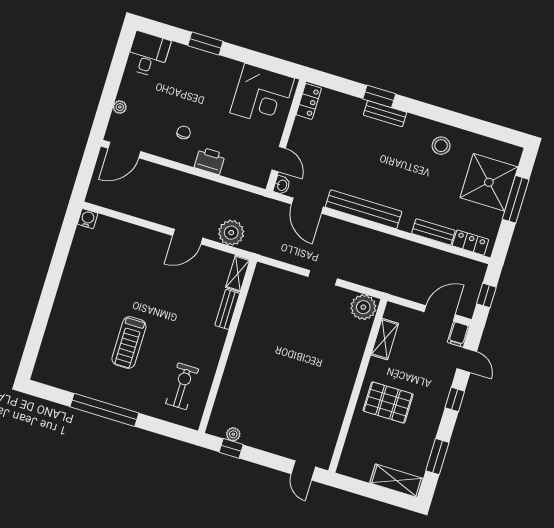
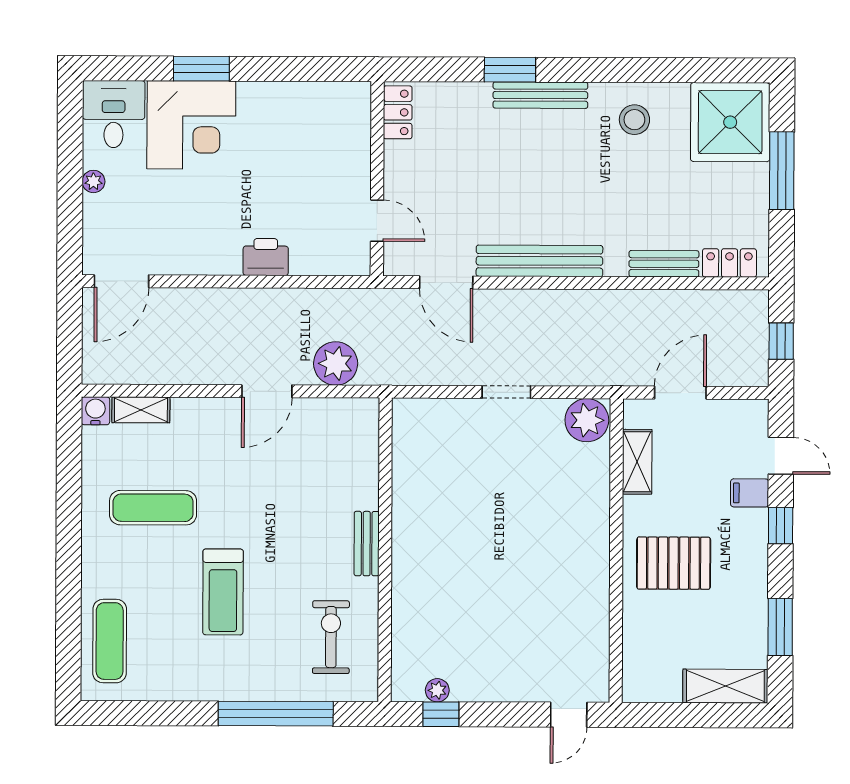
corner desk: (262, 95) -> (191, 125), moved
plant: (120, 107) -> (93, 181), moved
bench: (385, 114) -> (540, 95), width x1.36
chair: (184, 132) -> (209, 224), removed
shower: (489, 182) -> (730, 122), moved
washbasin: (282, 185) -> (395, 262), removed
shelving: (238, 273) -> (141, 410), moved, turned 90
exercise mat: (104, 283) -> (153, 508), added
bench: (227, 309) -> (367, 544), moved
door: (440, 313) -> (680, 393), moved
filing cabinet: (458, 334) -> (750, 493), moved, turned 90
exercise mat: (57, 351) -> (110, 641), added
window: (104, 410) -> (276, 714), moved
door: (303, 470) -> (569, 715), hinge flipped

